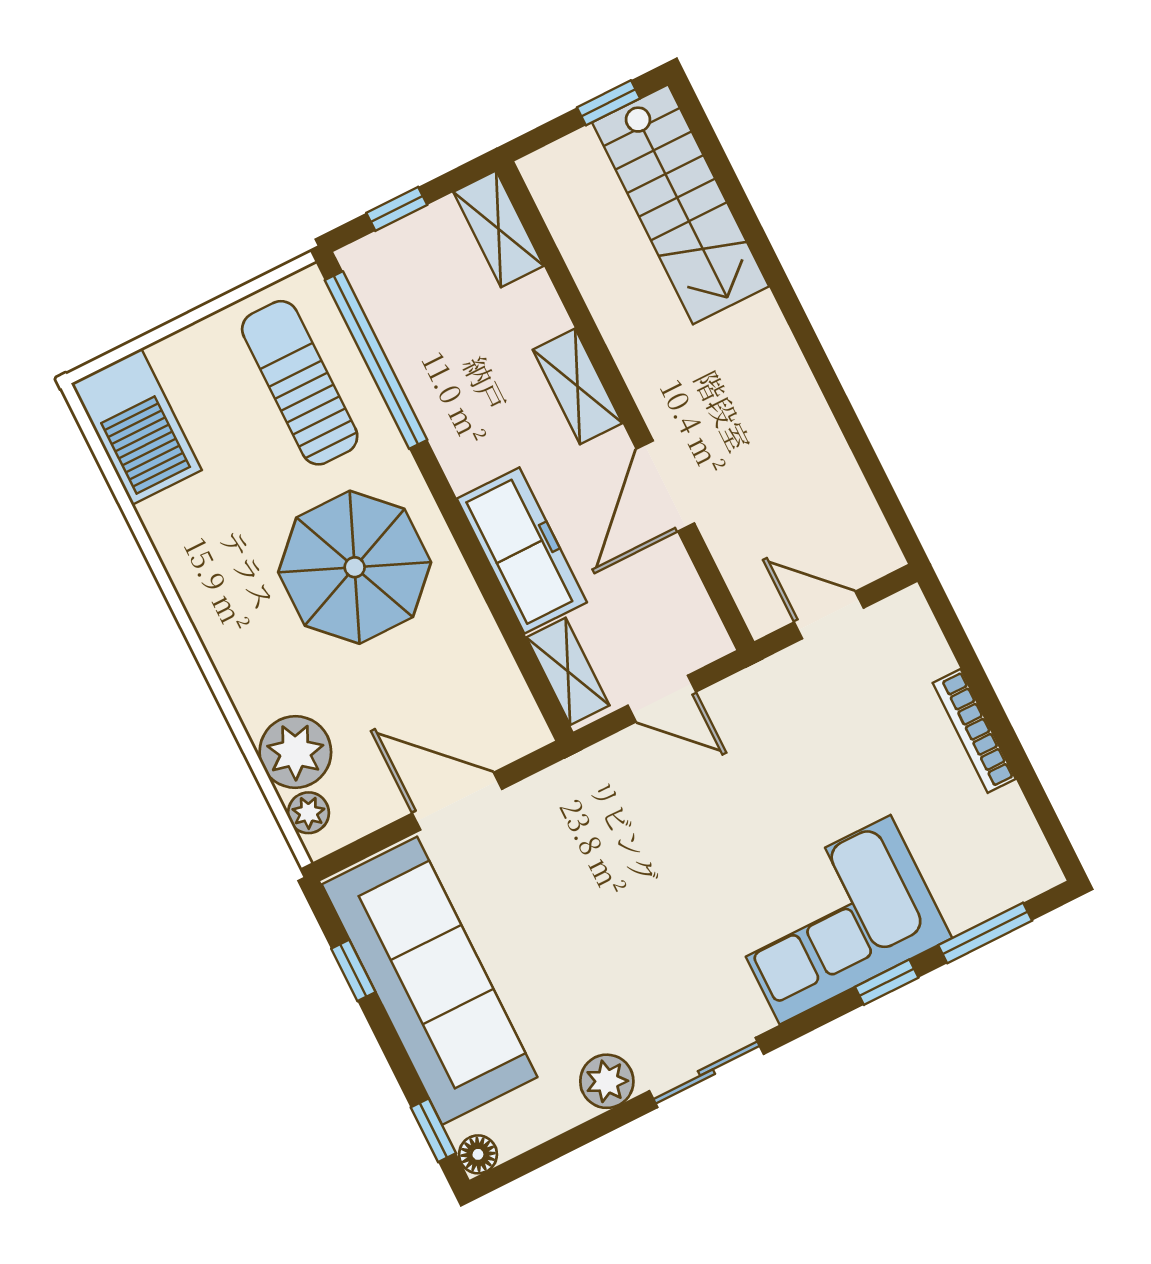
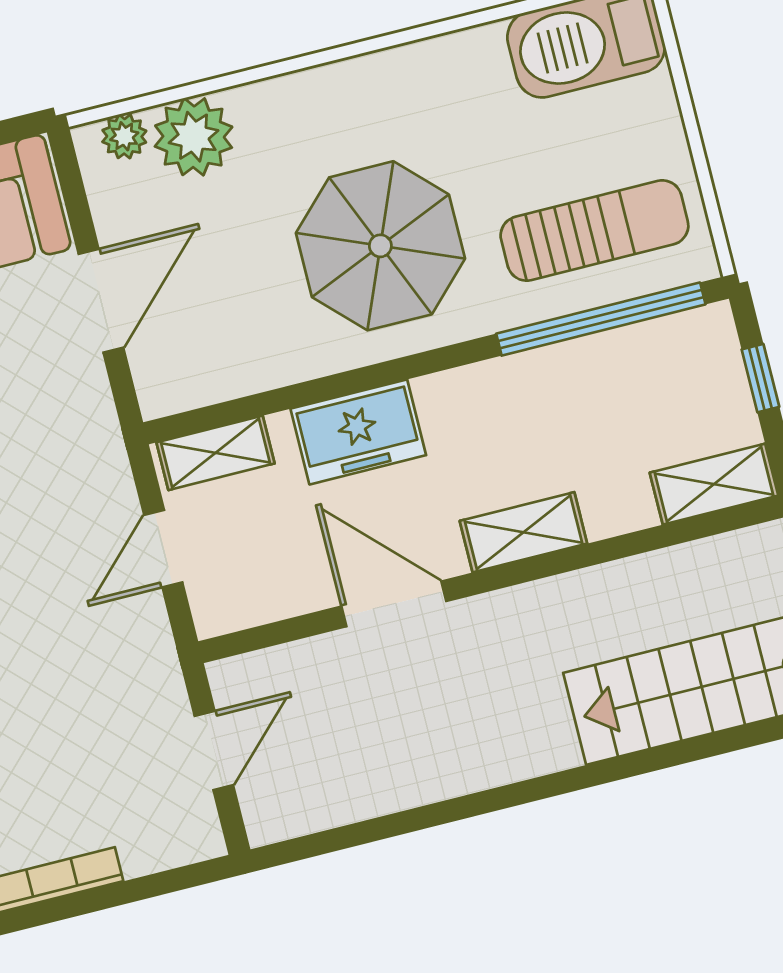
freezer: (522, 550) -> (358, 432), width x0.71

